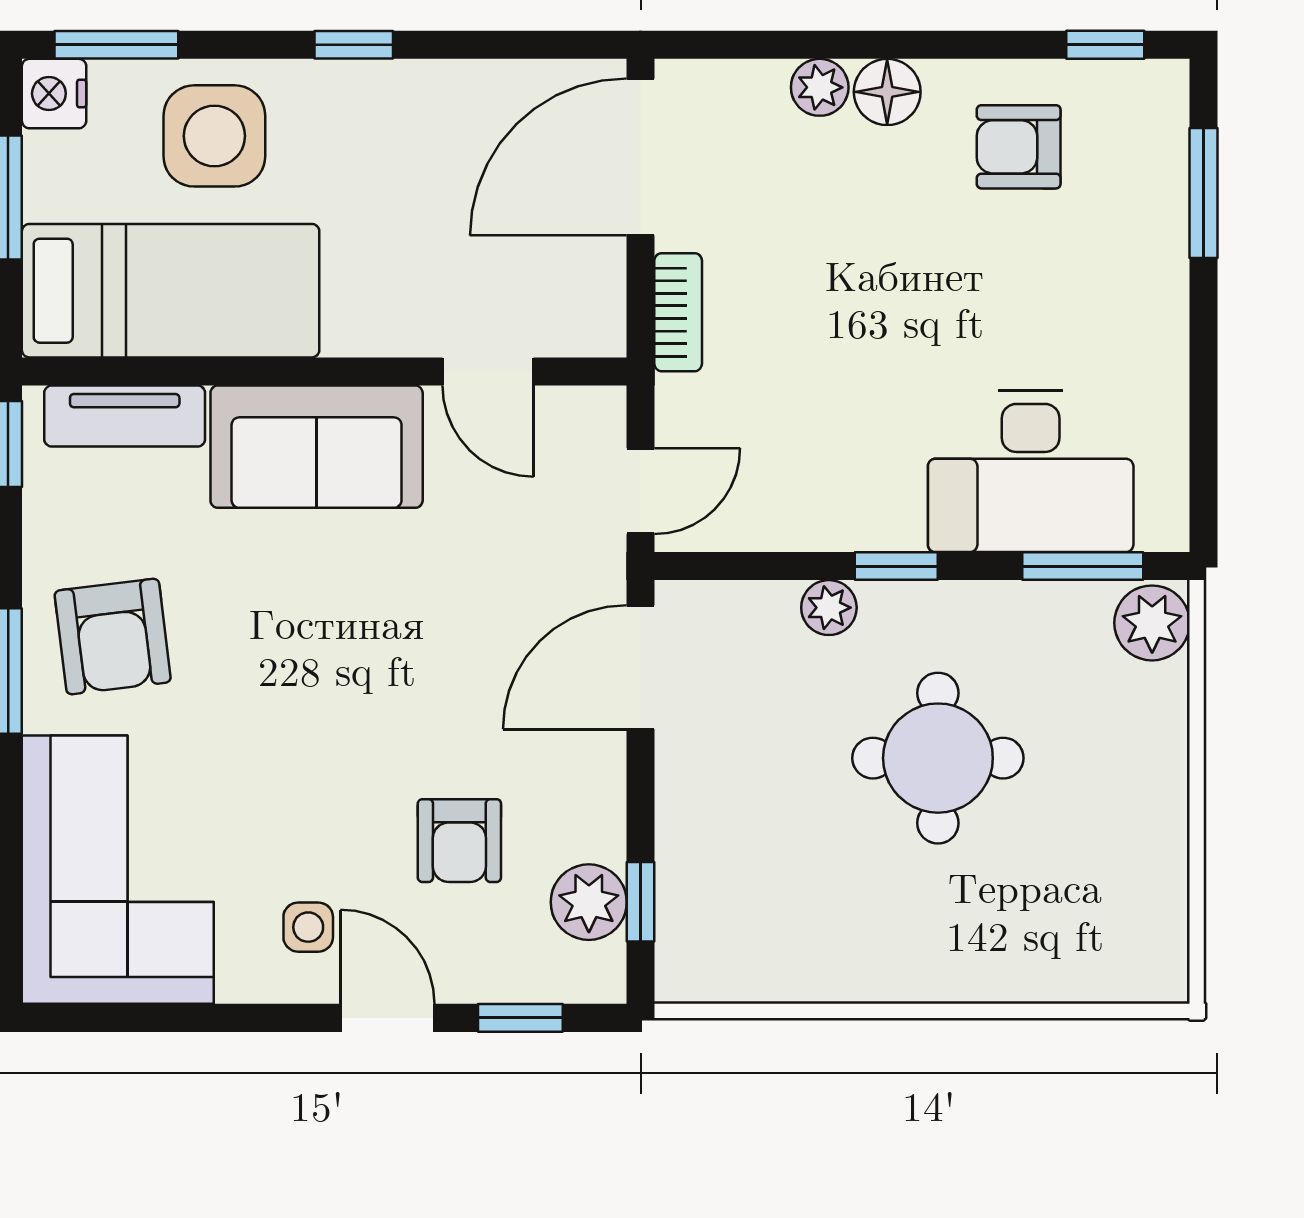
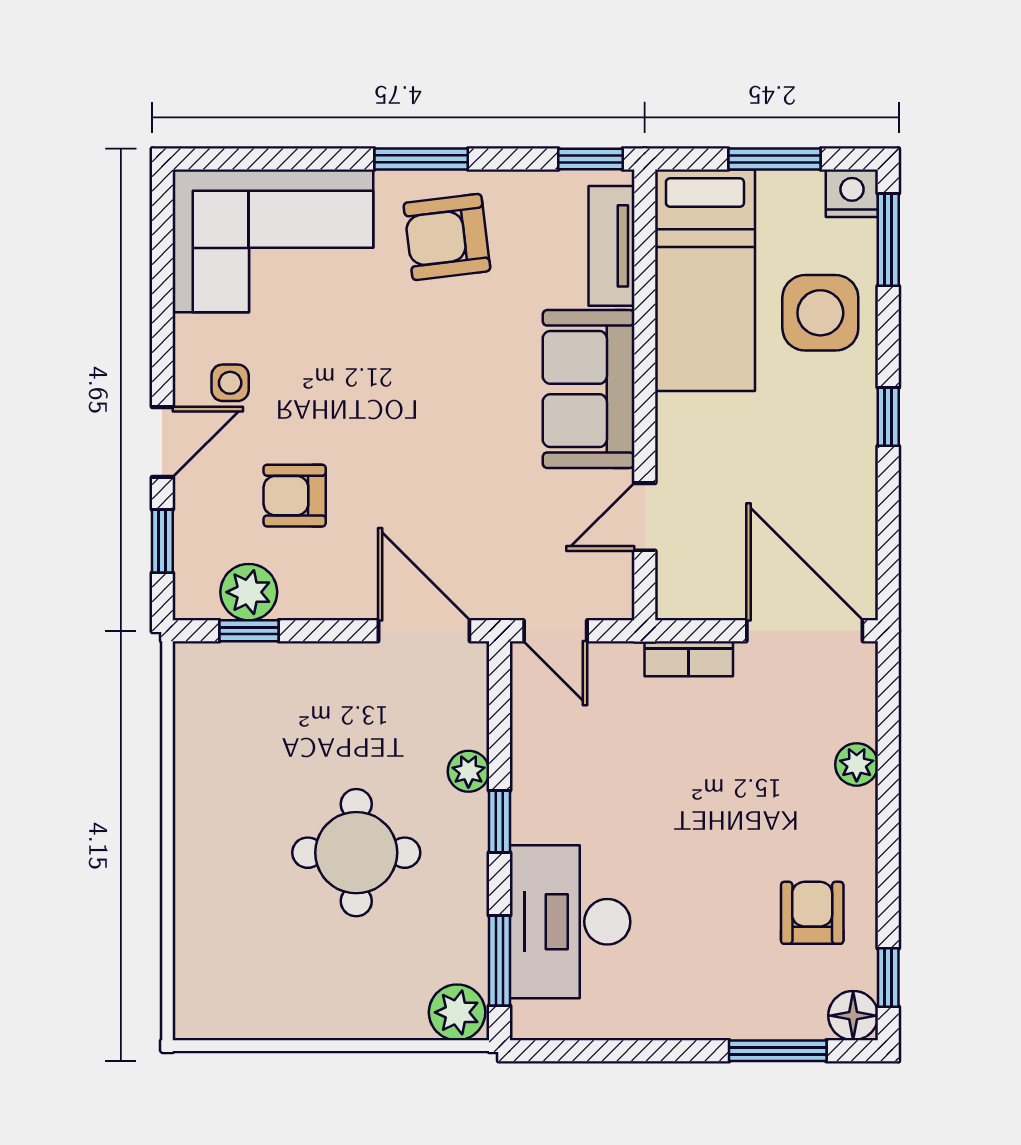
floor lamp: (887, 92) -> (853, 1016), moved

